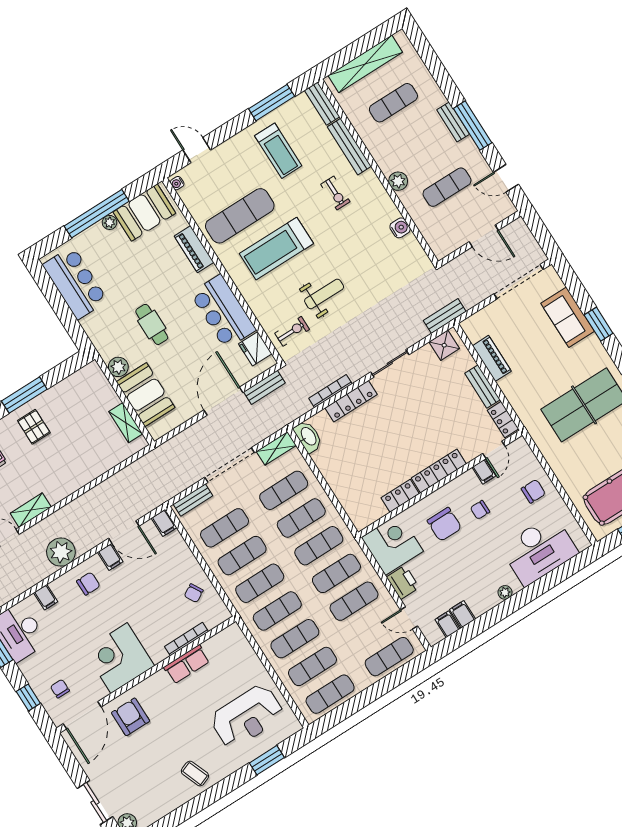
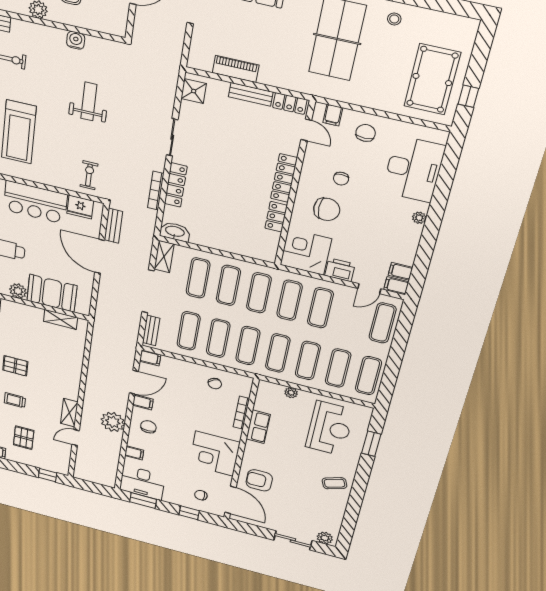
weight bench: (324, 294) -> (89, 101), moved
bench: (445, 316) -> (172, 71), removed
filing cabinet: (484, 472) -> (333, 115), moved, turned 90
filing cabinet: (462, 614) -> (396, 286), moved
plant: (250, 656) -> (291, 393), added

